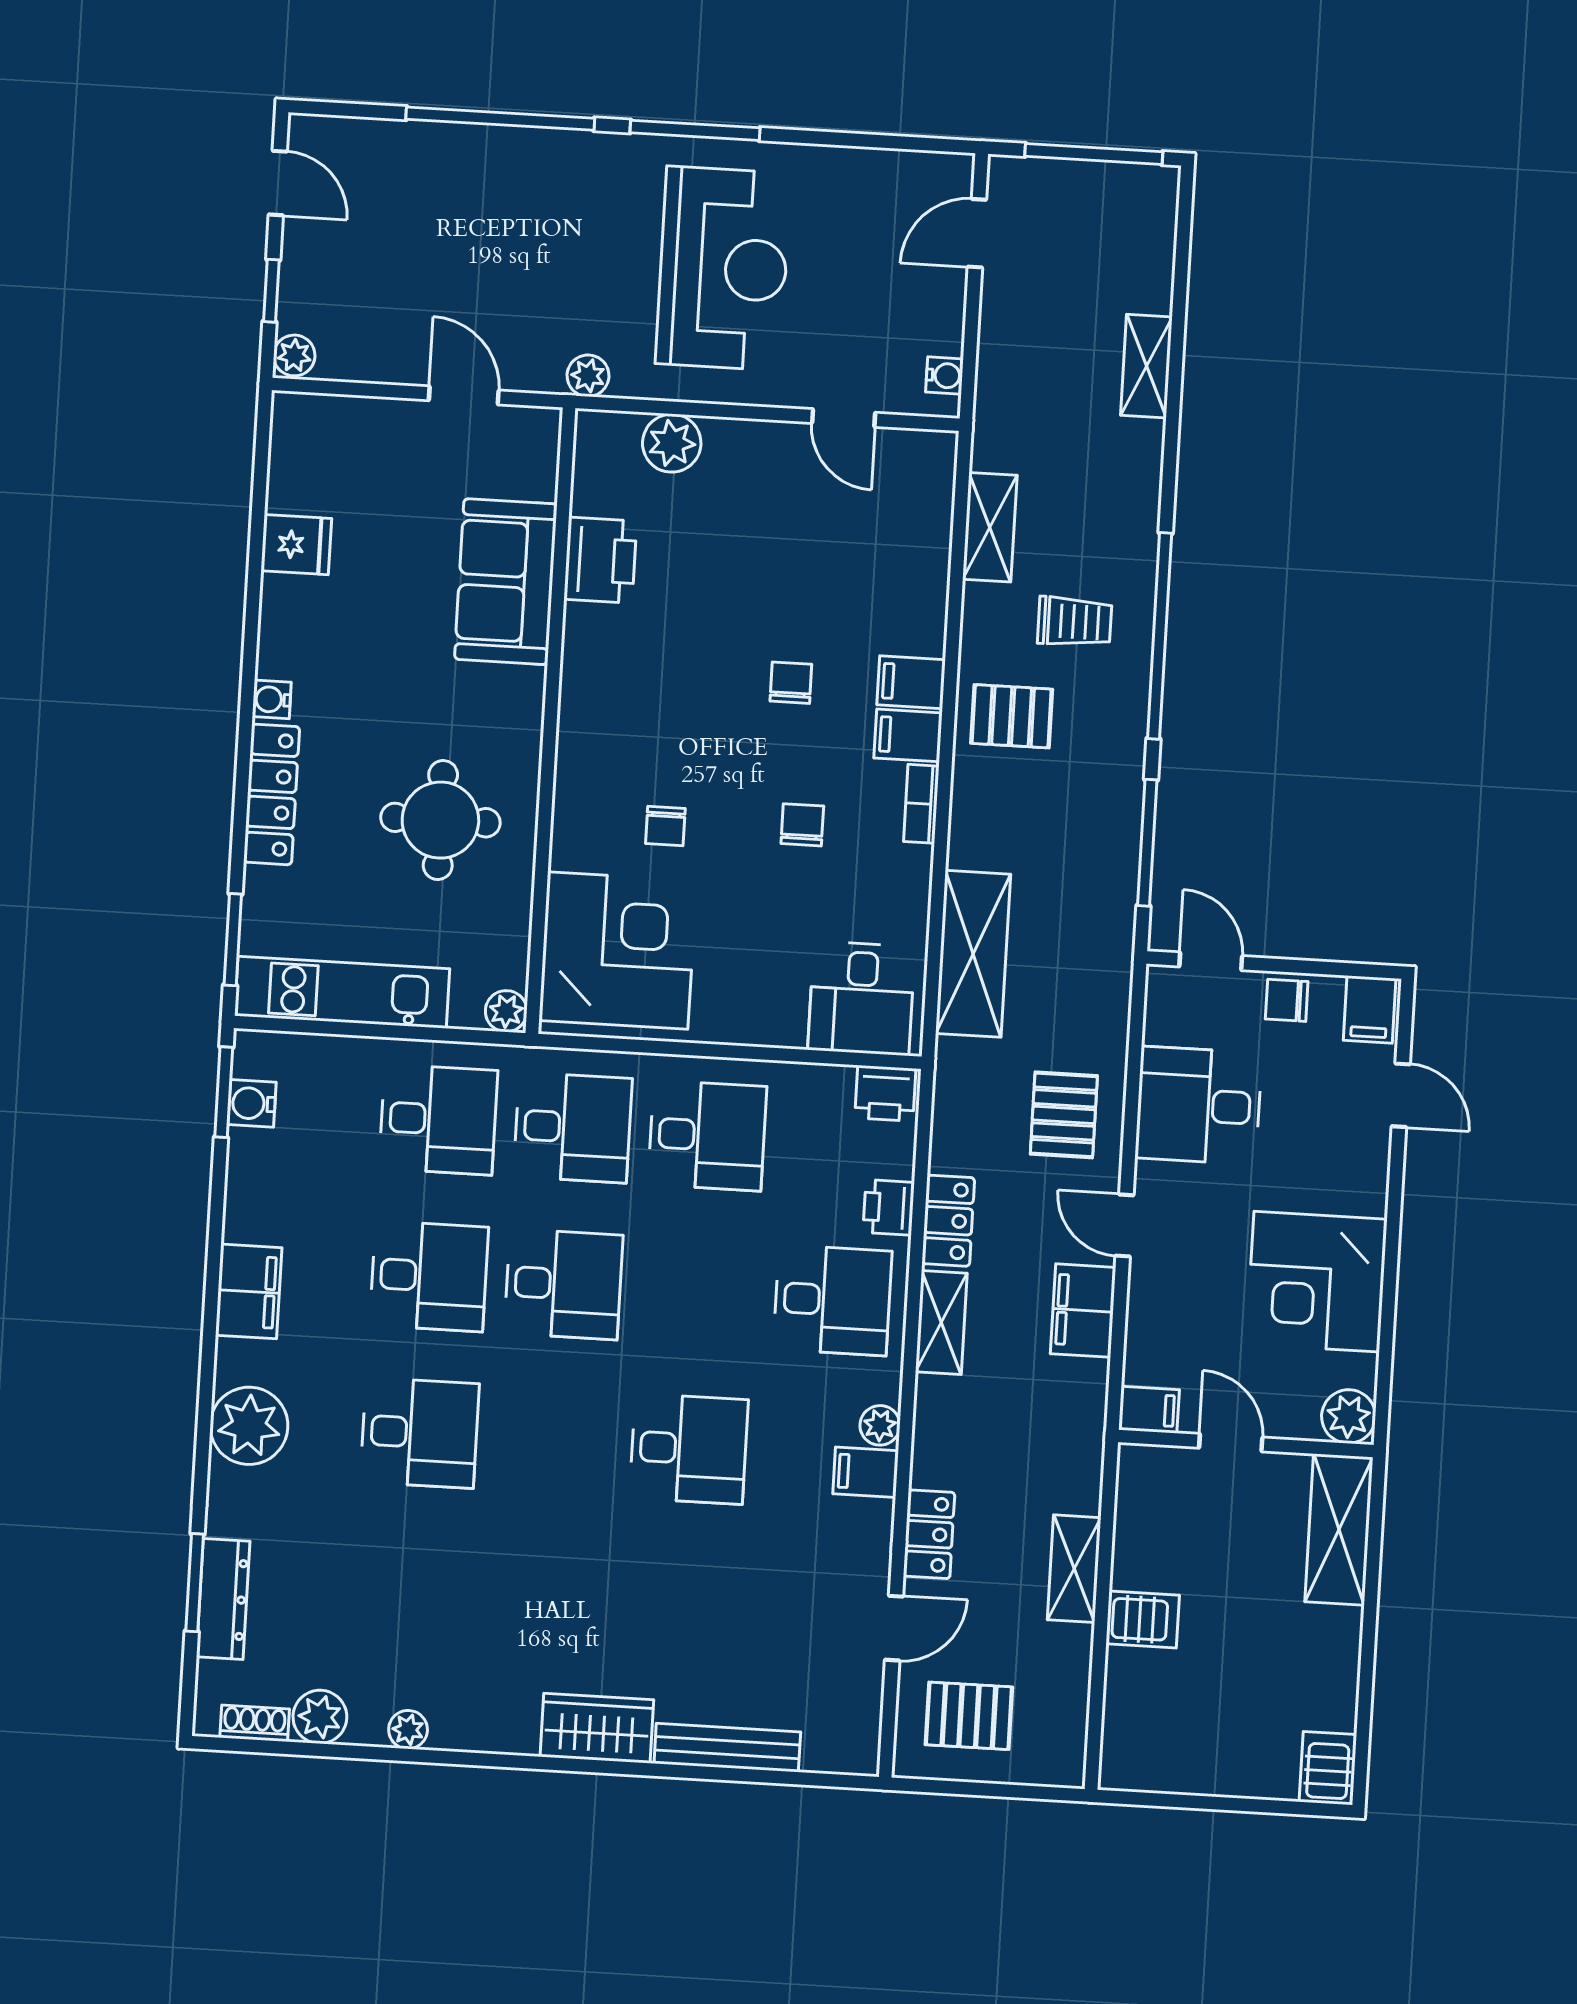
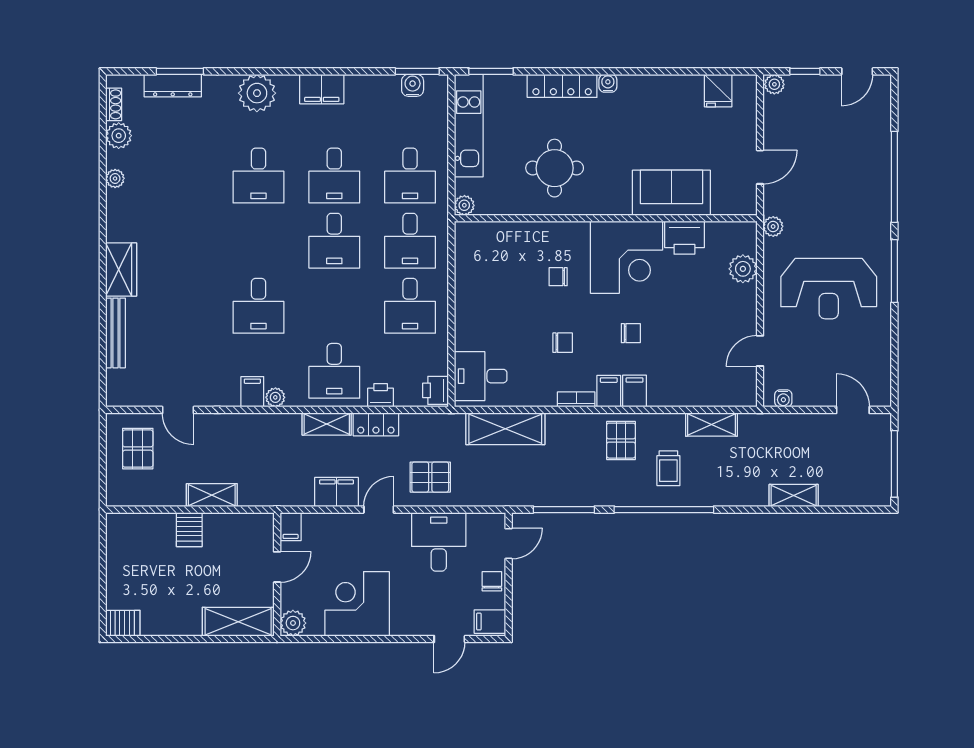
fridge: (296, 545) -> (718, 91), moved
corner desk: (618, 951) -> (626, 257), moved
locker: (929, 1534) -> (224, 424), removed

